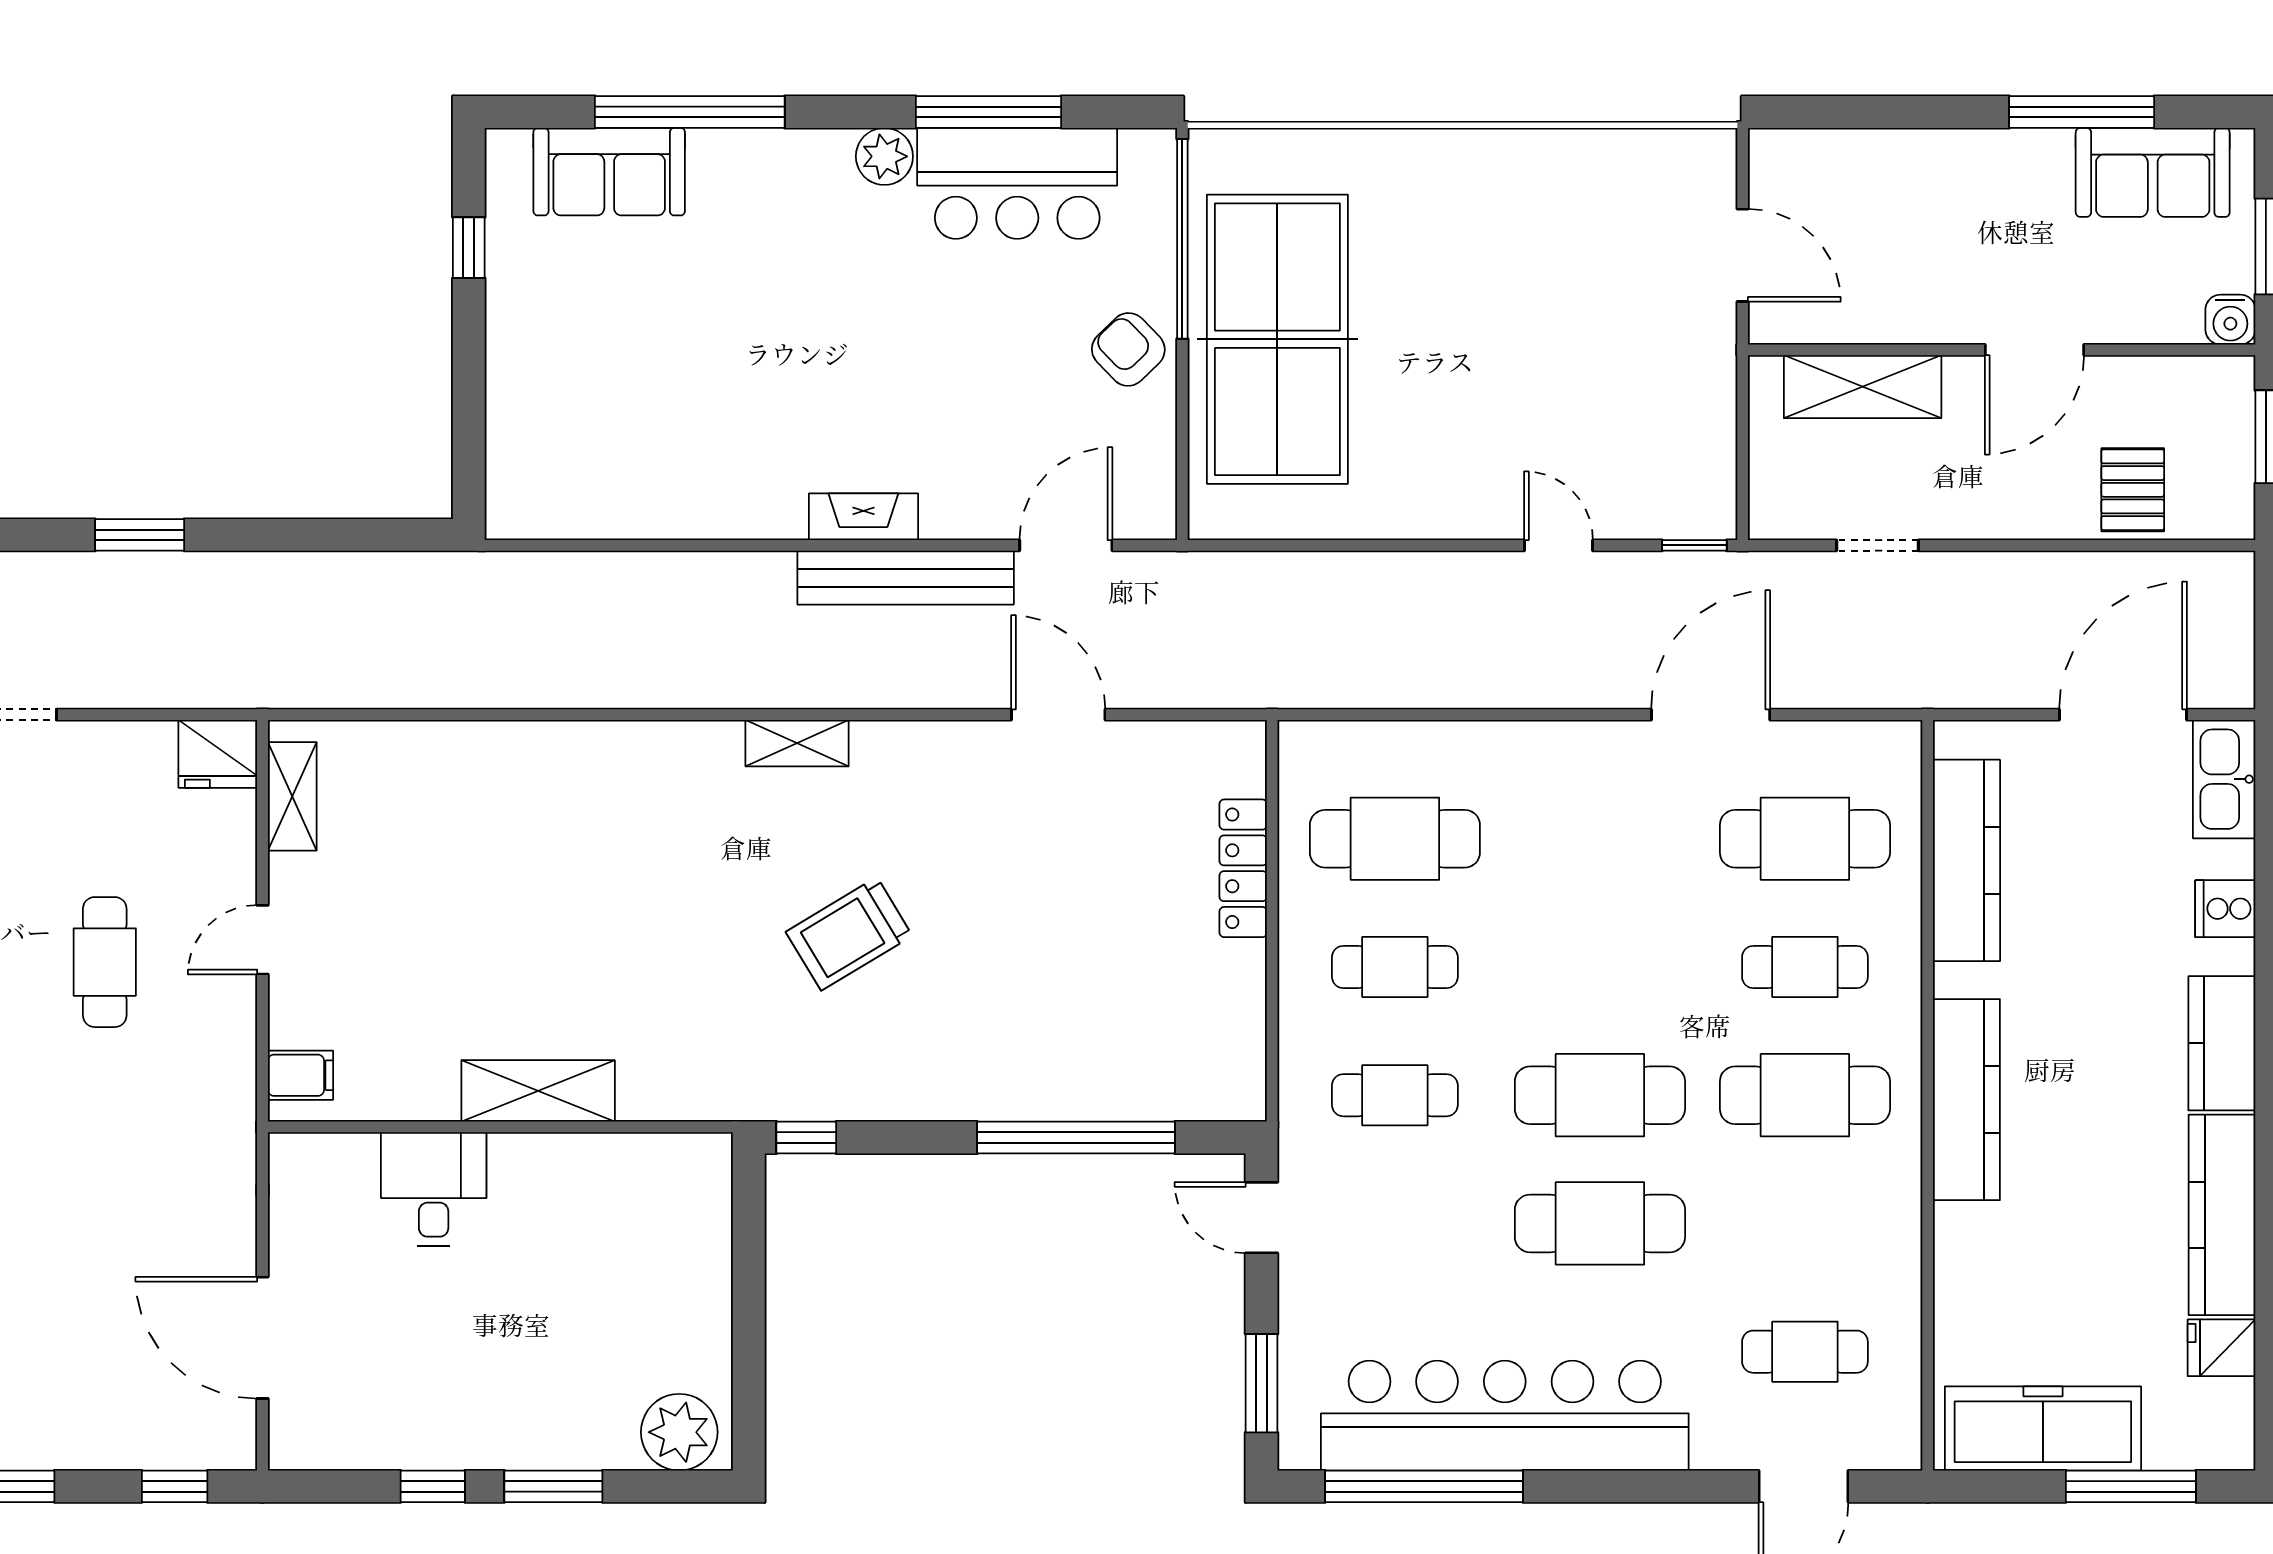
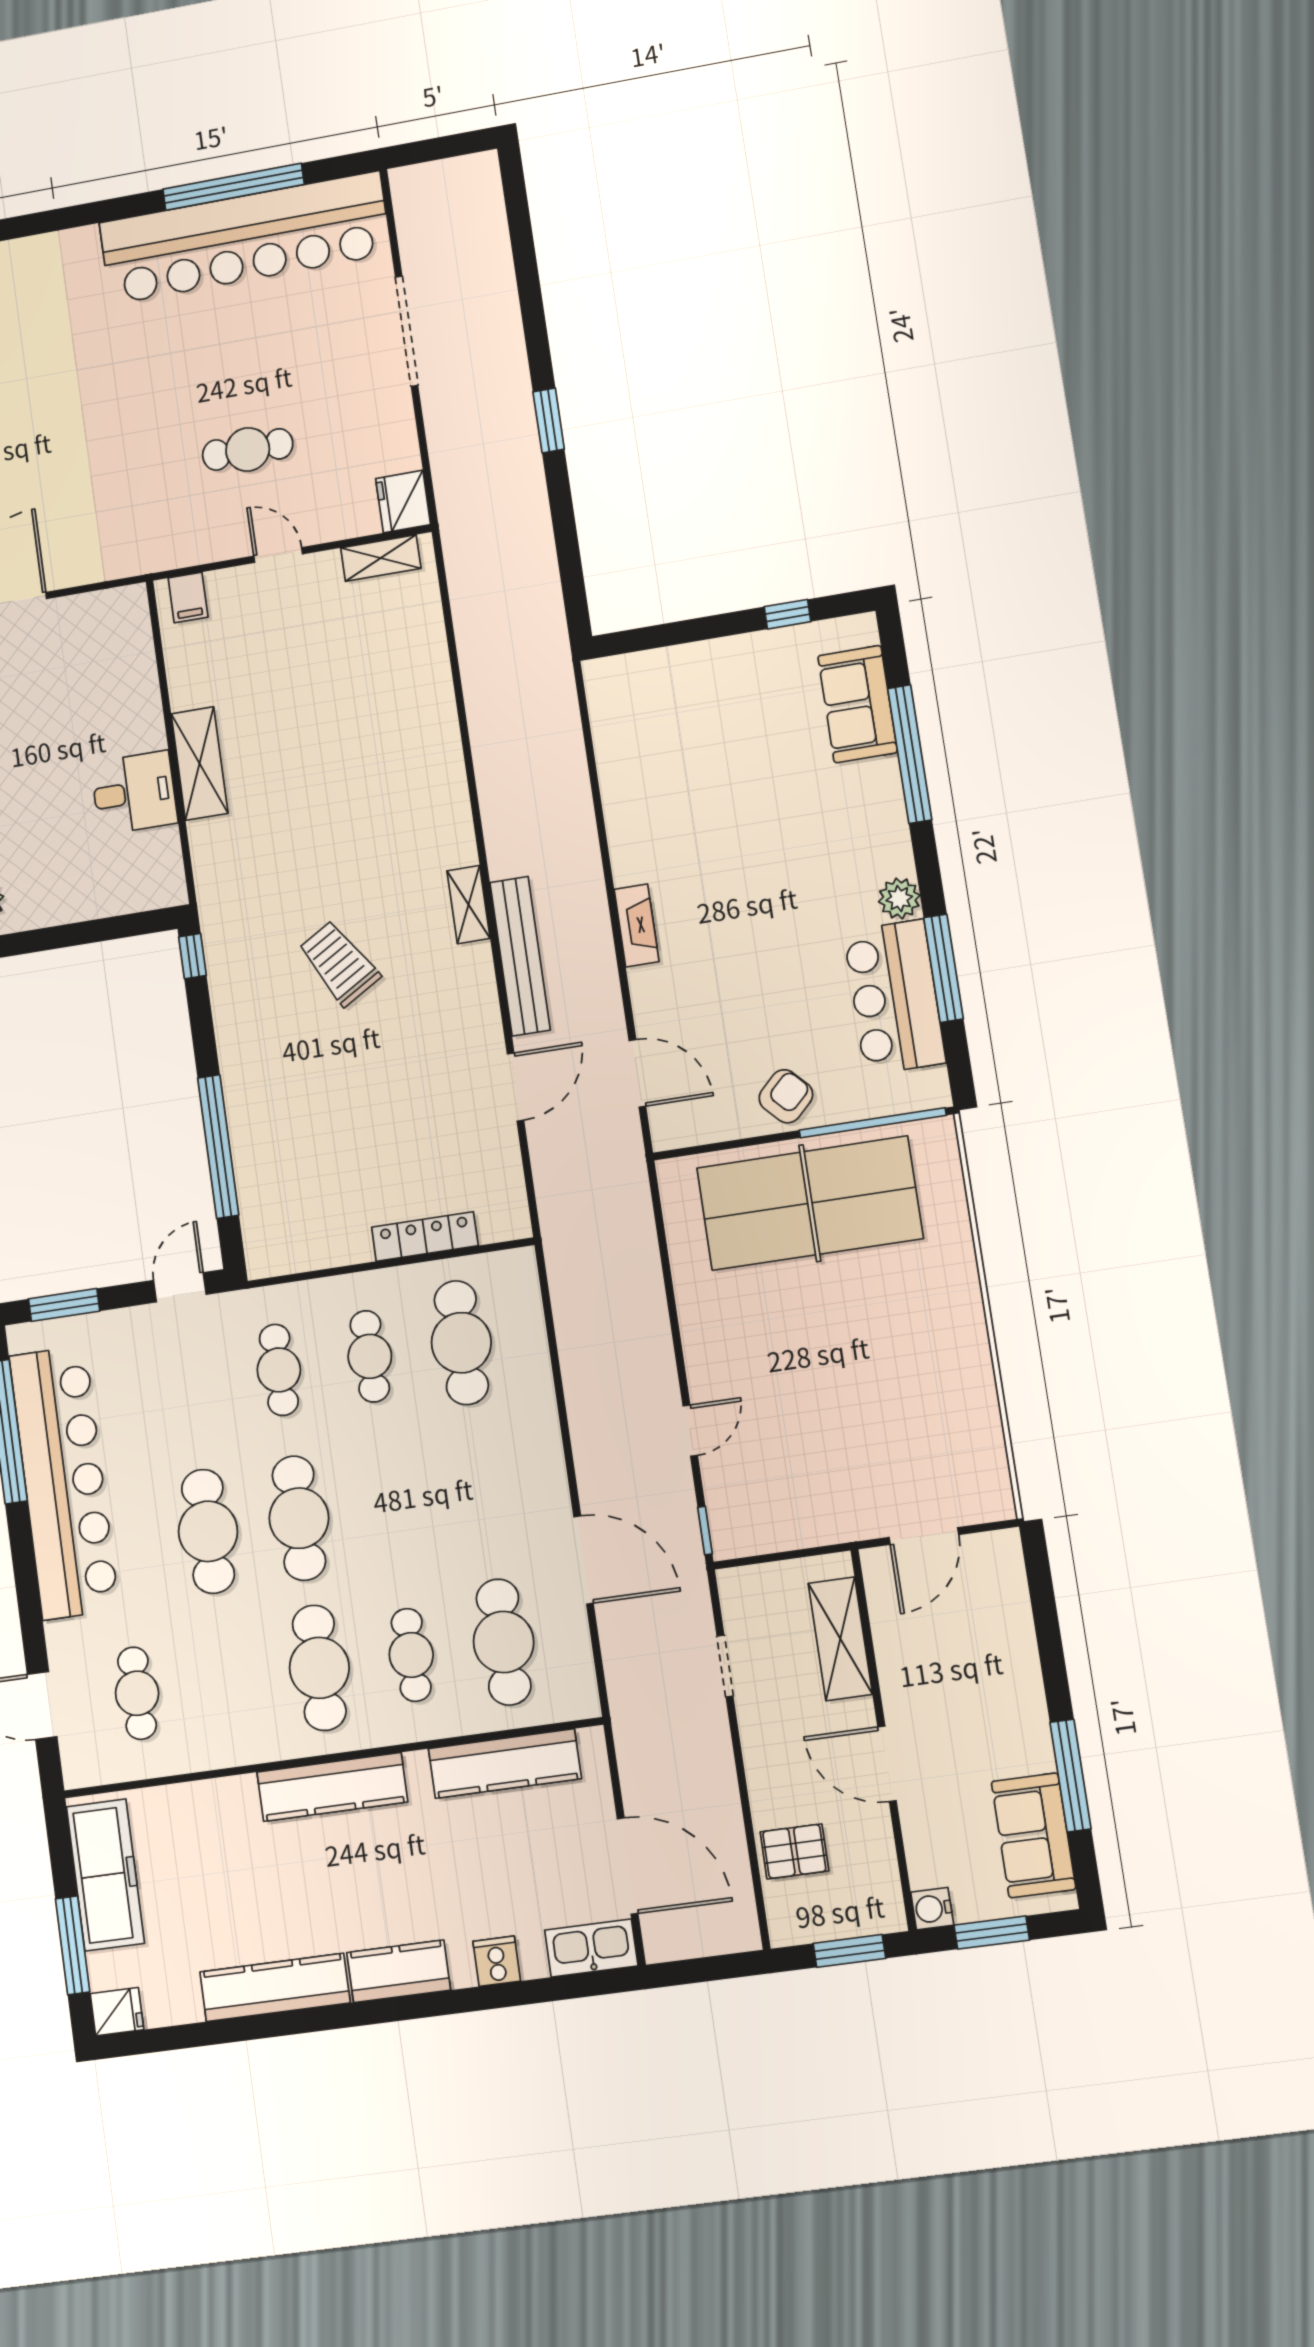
bench: (906, 578) -> (520, 956), moved
desk: (434, 1189) -> (134, 793), moved
fridge: (2221, 1348) -> (117, 2012), moved, turned 90

